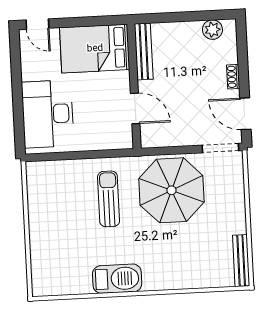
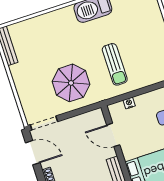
nightstand: (103, 144) -> (129, 103), added
parasol: (171, 190) -> (71, 83), width x0.73, depth x0.73

